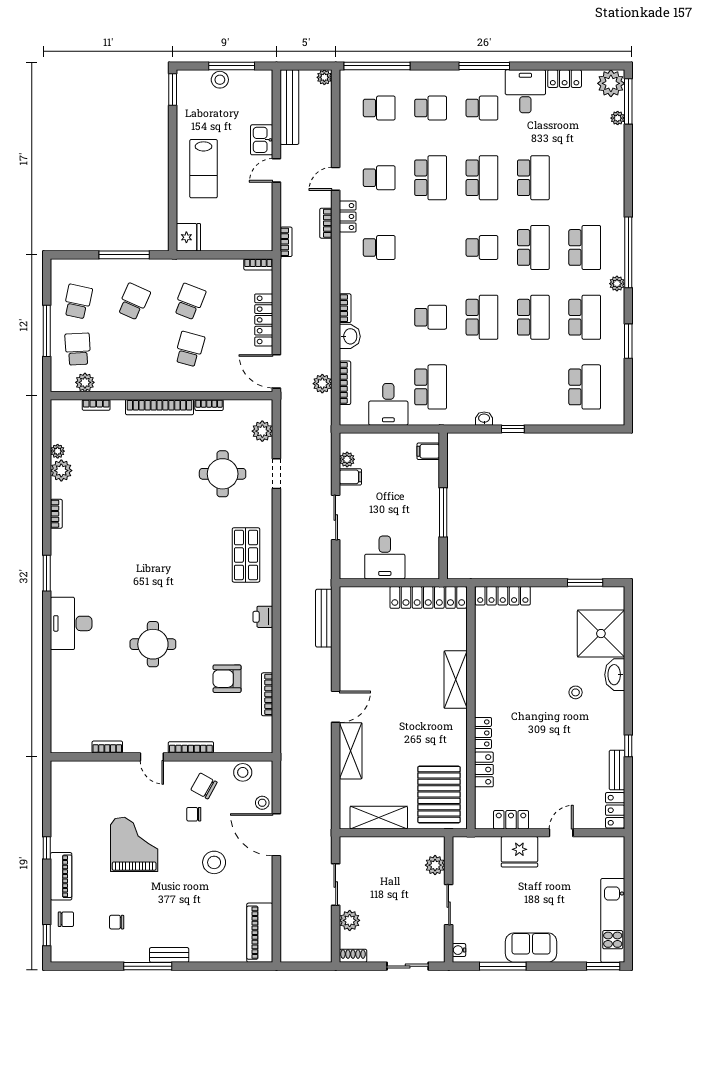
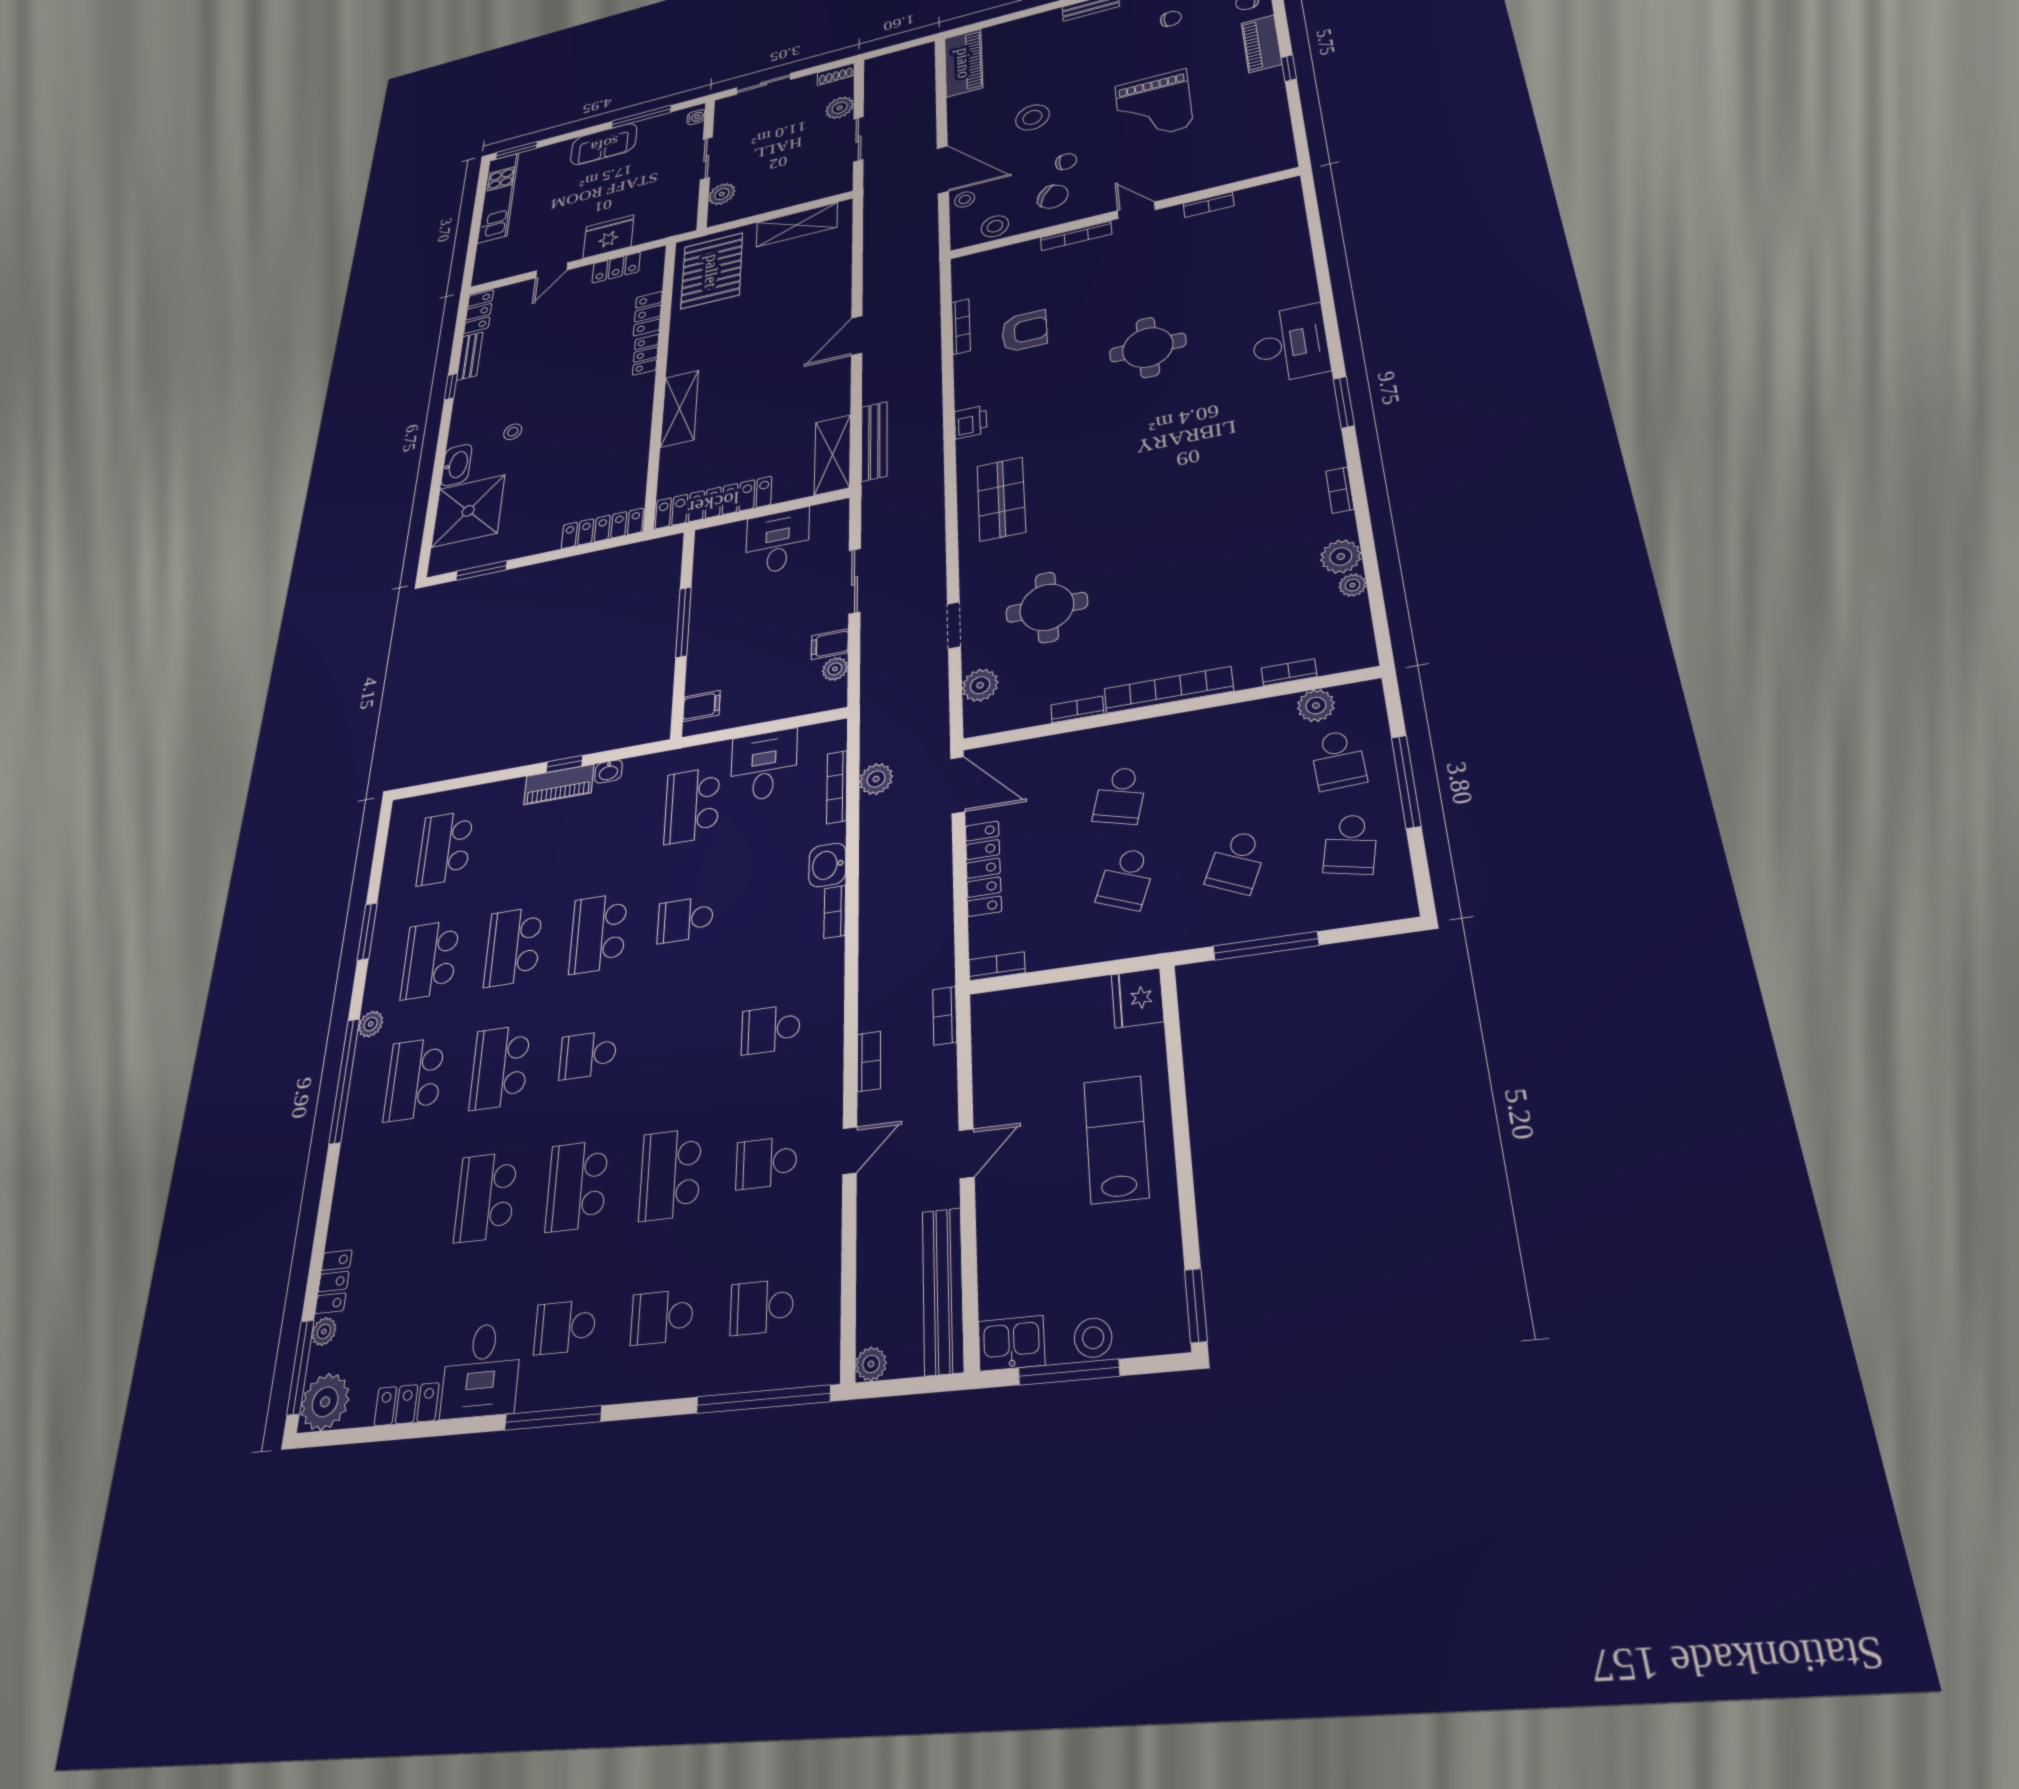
kitchen sink: (262, 140) -> (1011, 1343), moved, turned -90
locker: (348, 216) -> (334, 1282), moved, turned 180
piano: (515, 416) -> (559, 785), added
shelving: (351, 751) -> (832, 455), moved

